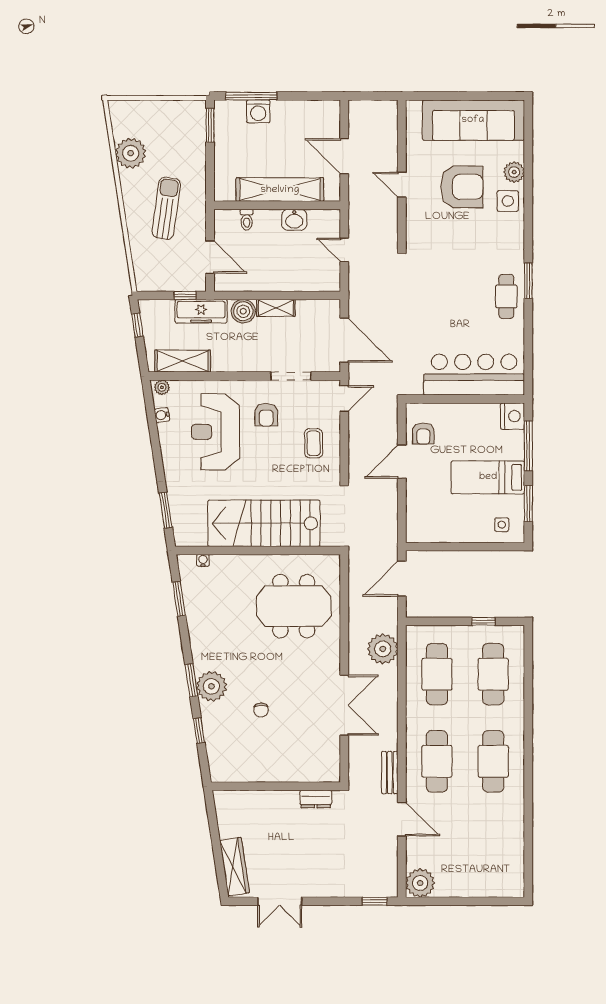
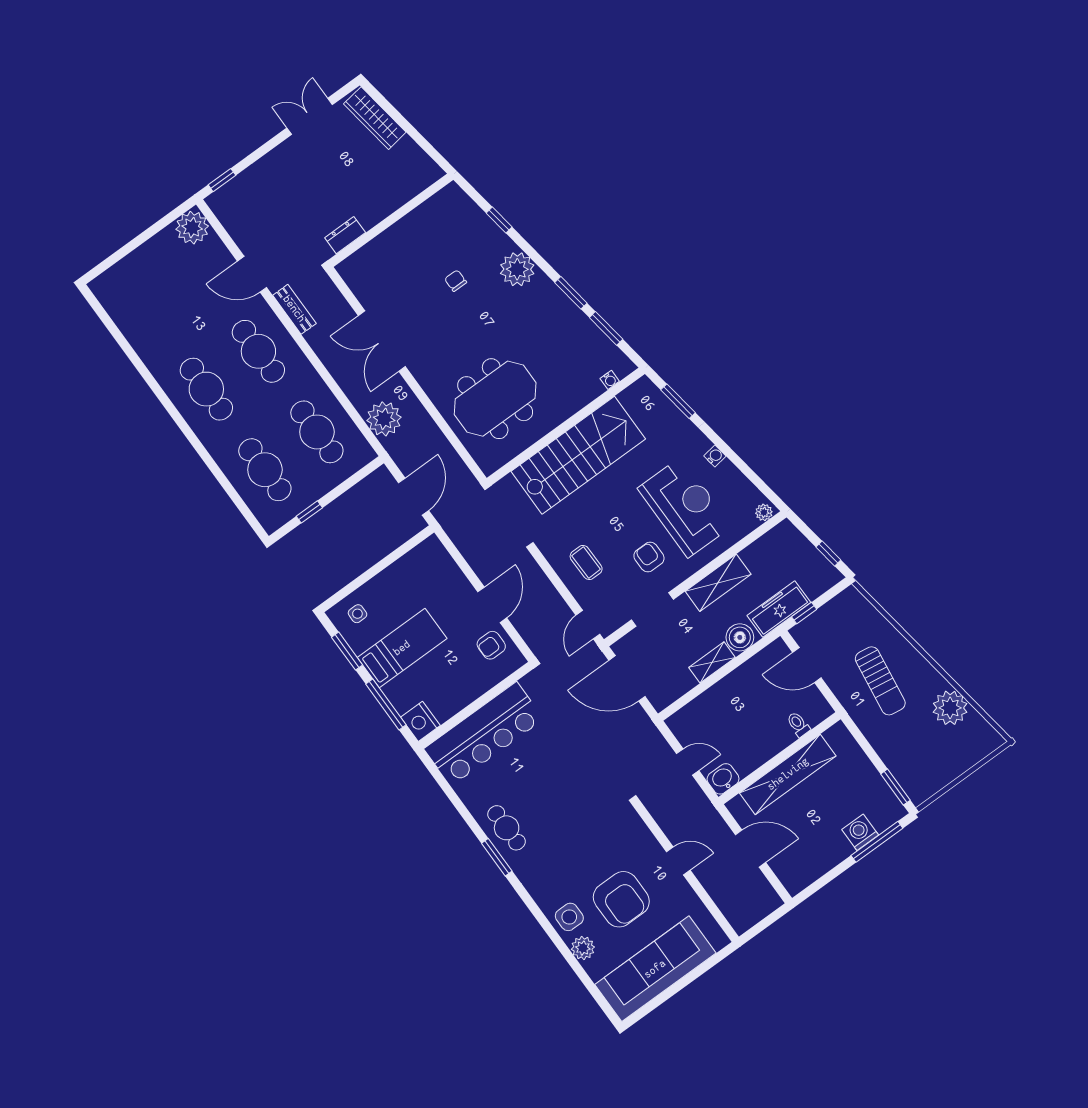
armchair: (462, 187) -> (621, 899), turned -90
washbasin: (294, 220) -> (723, 779), moved
shelving: (183, 361) -> (718, 583), moved
water cooler: (162, 415) -> (715, 456), moved
armchair: (423, 434) -> (491, 645), turned -90
window: (191, 680) -> (571, 293), moved

